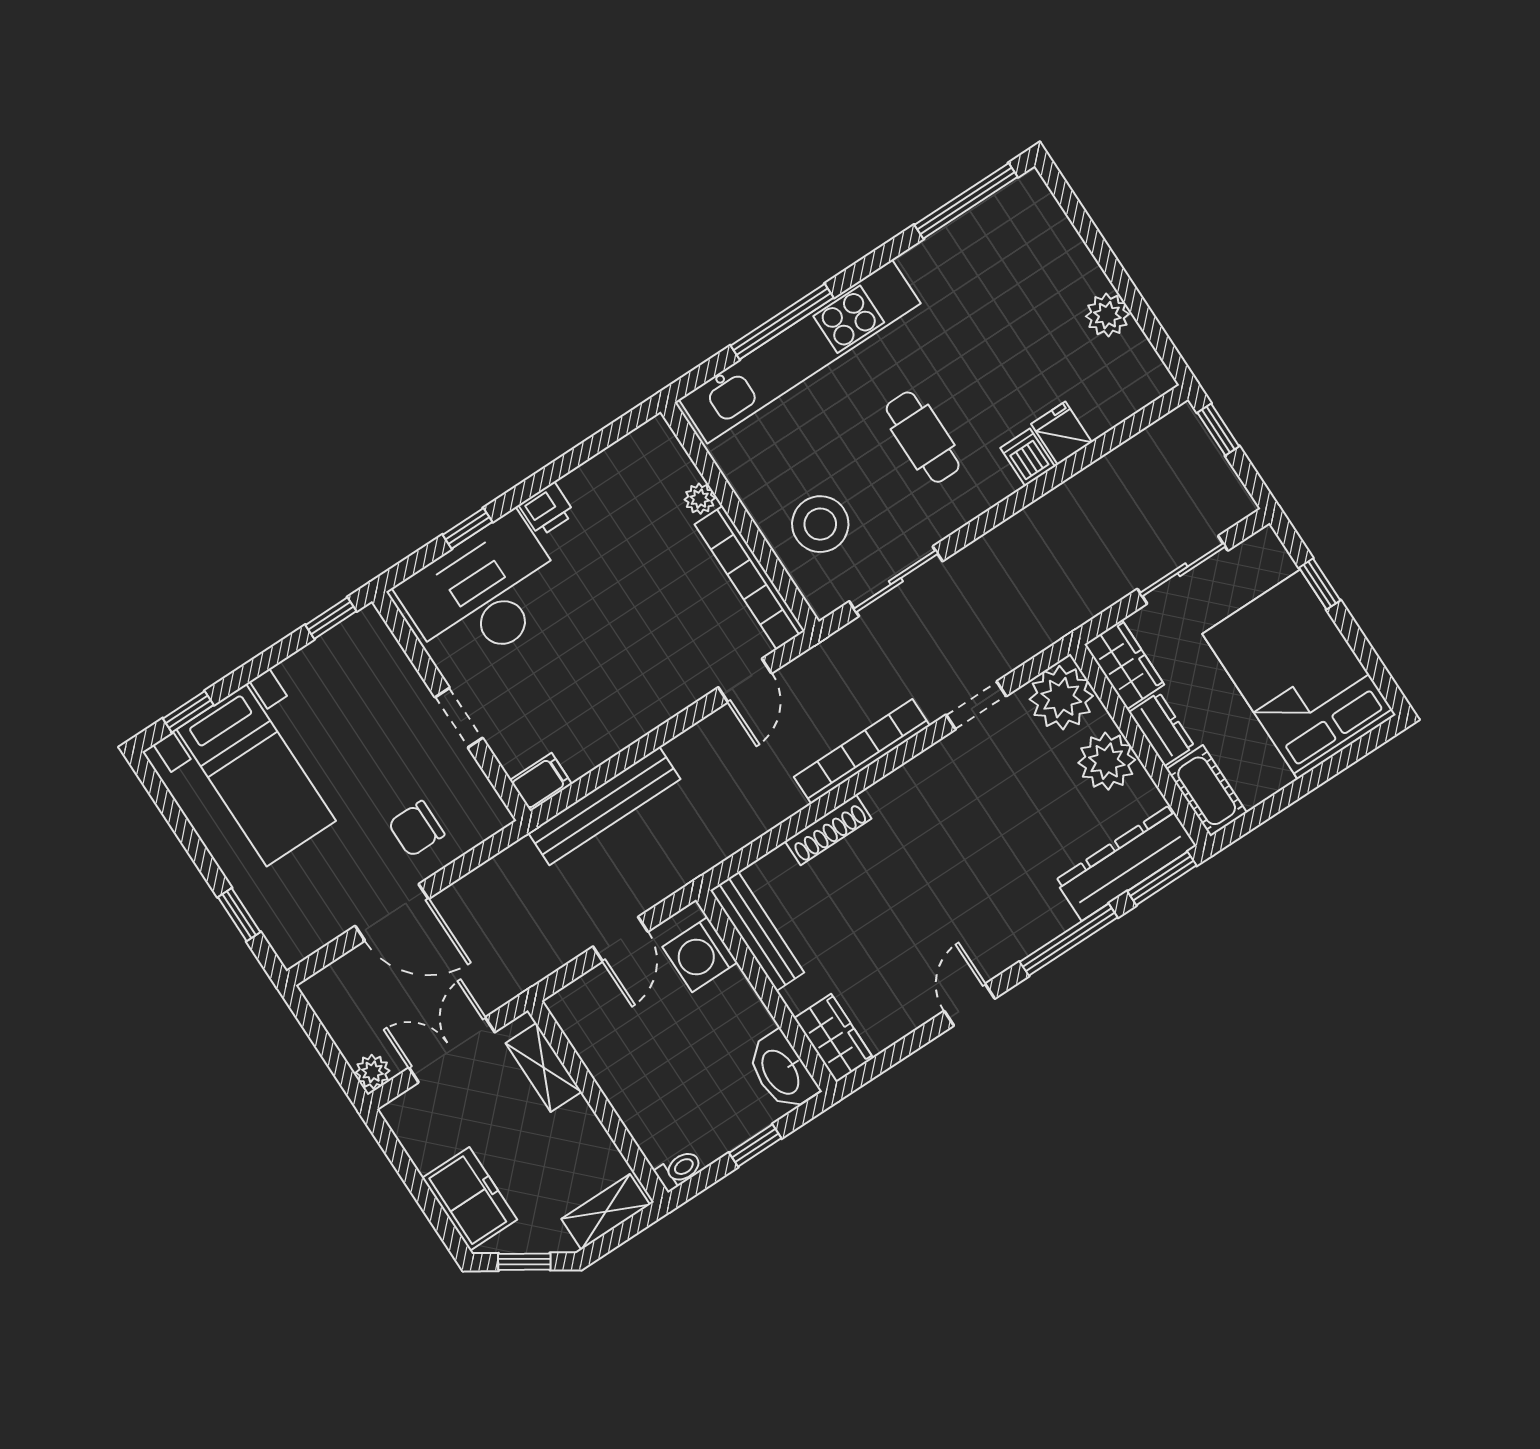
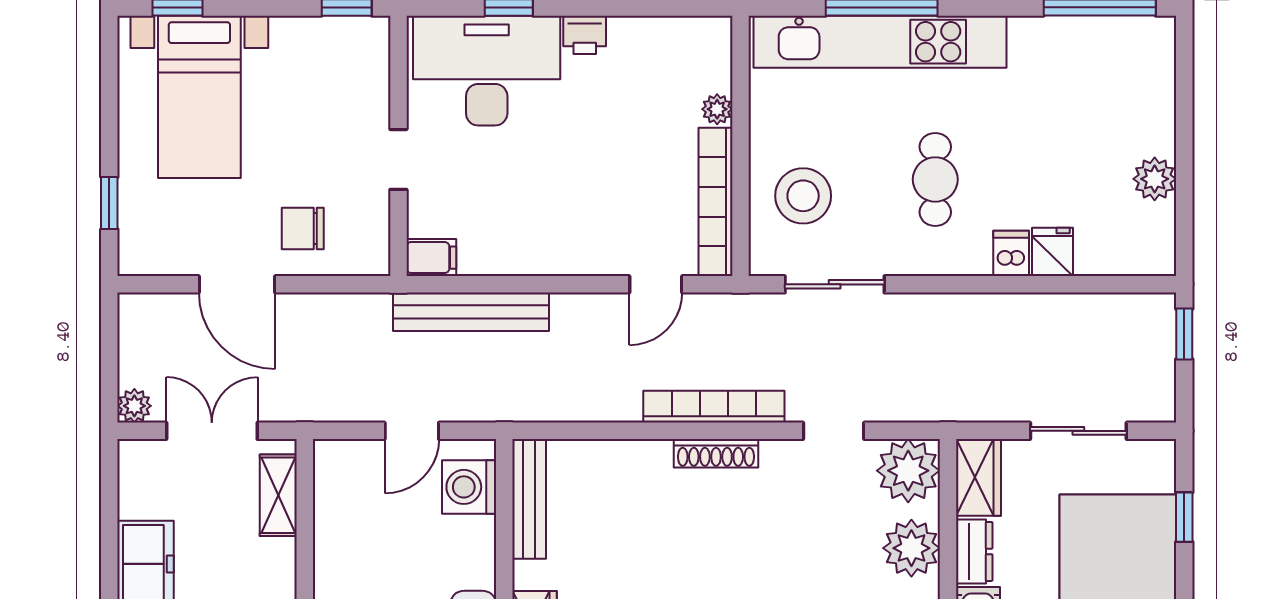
shoe rack: (828, 830) -> (716, 453), moved

